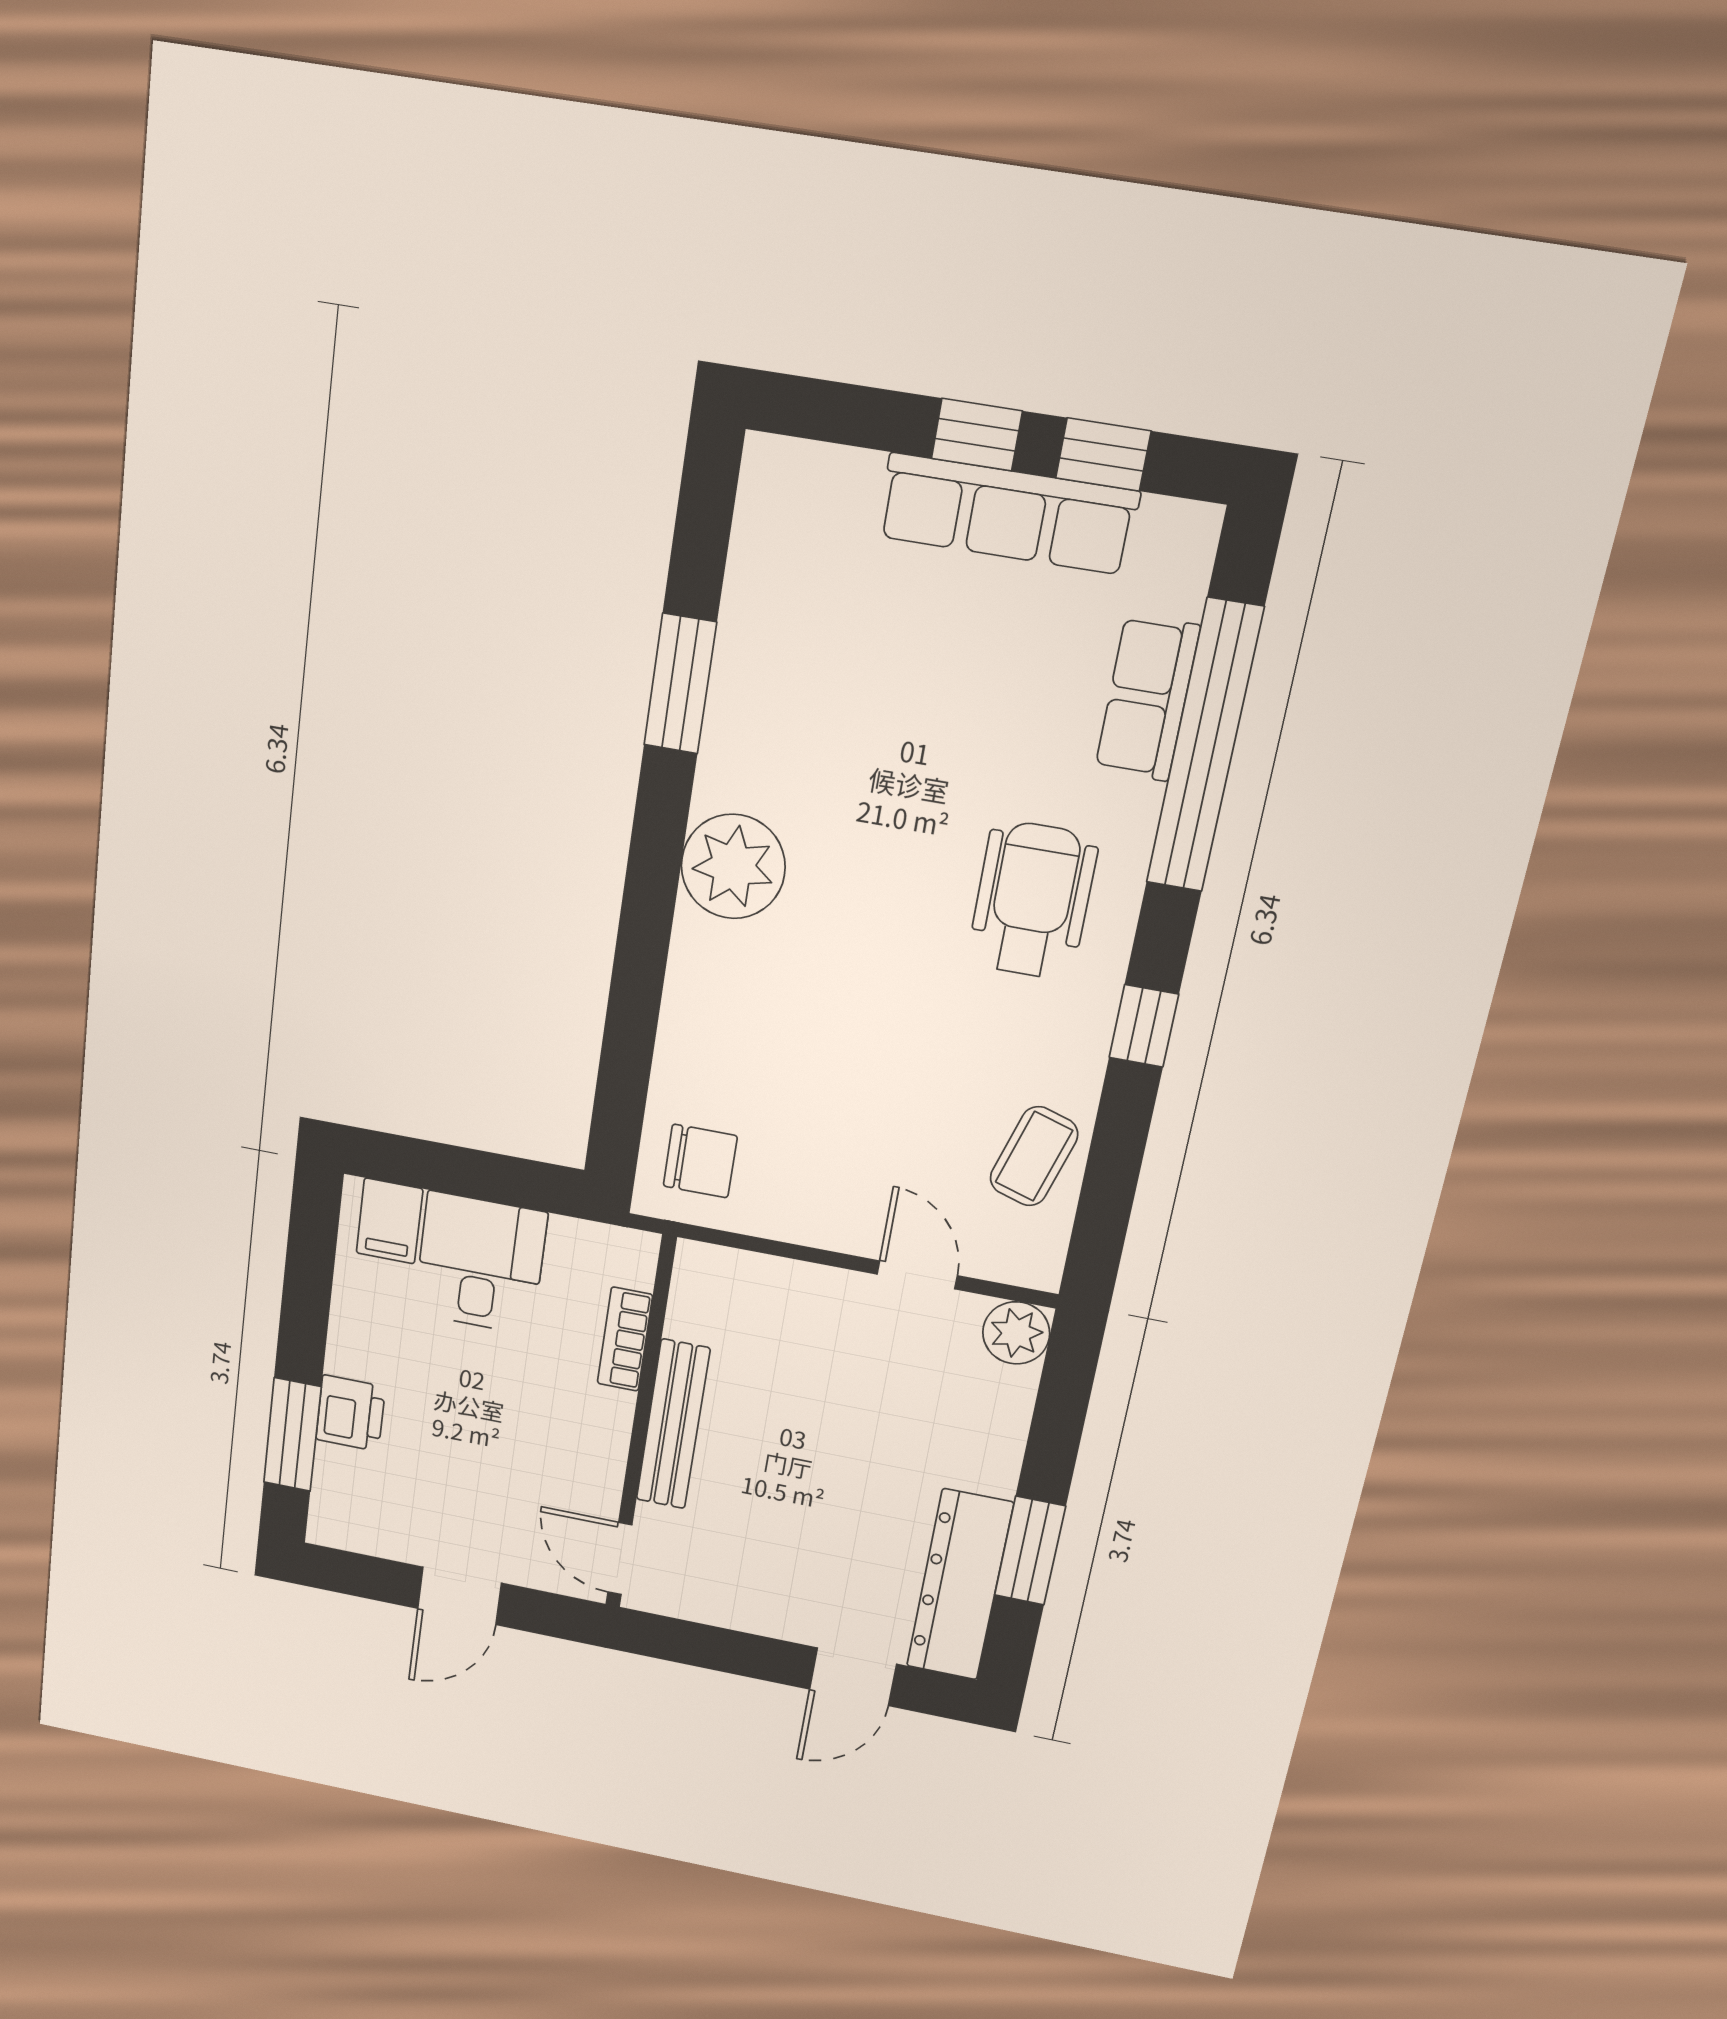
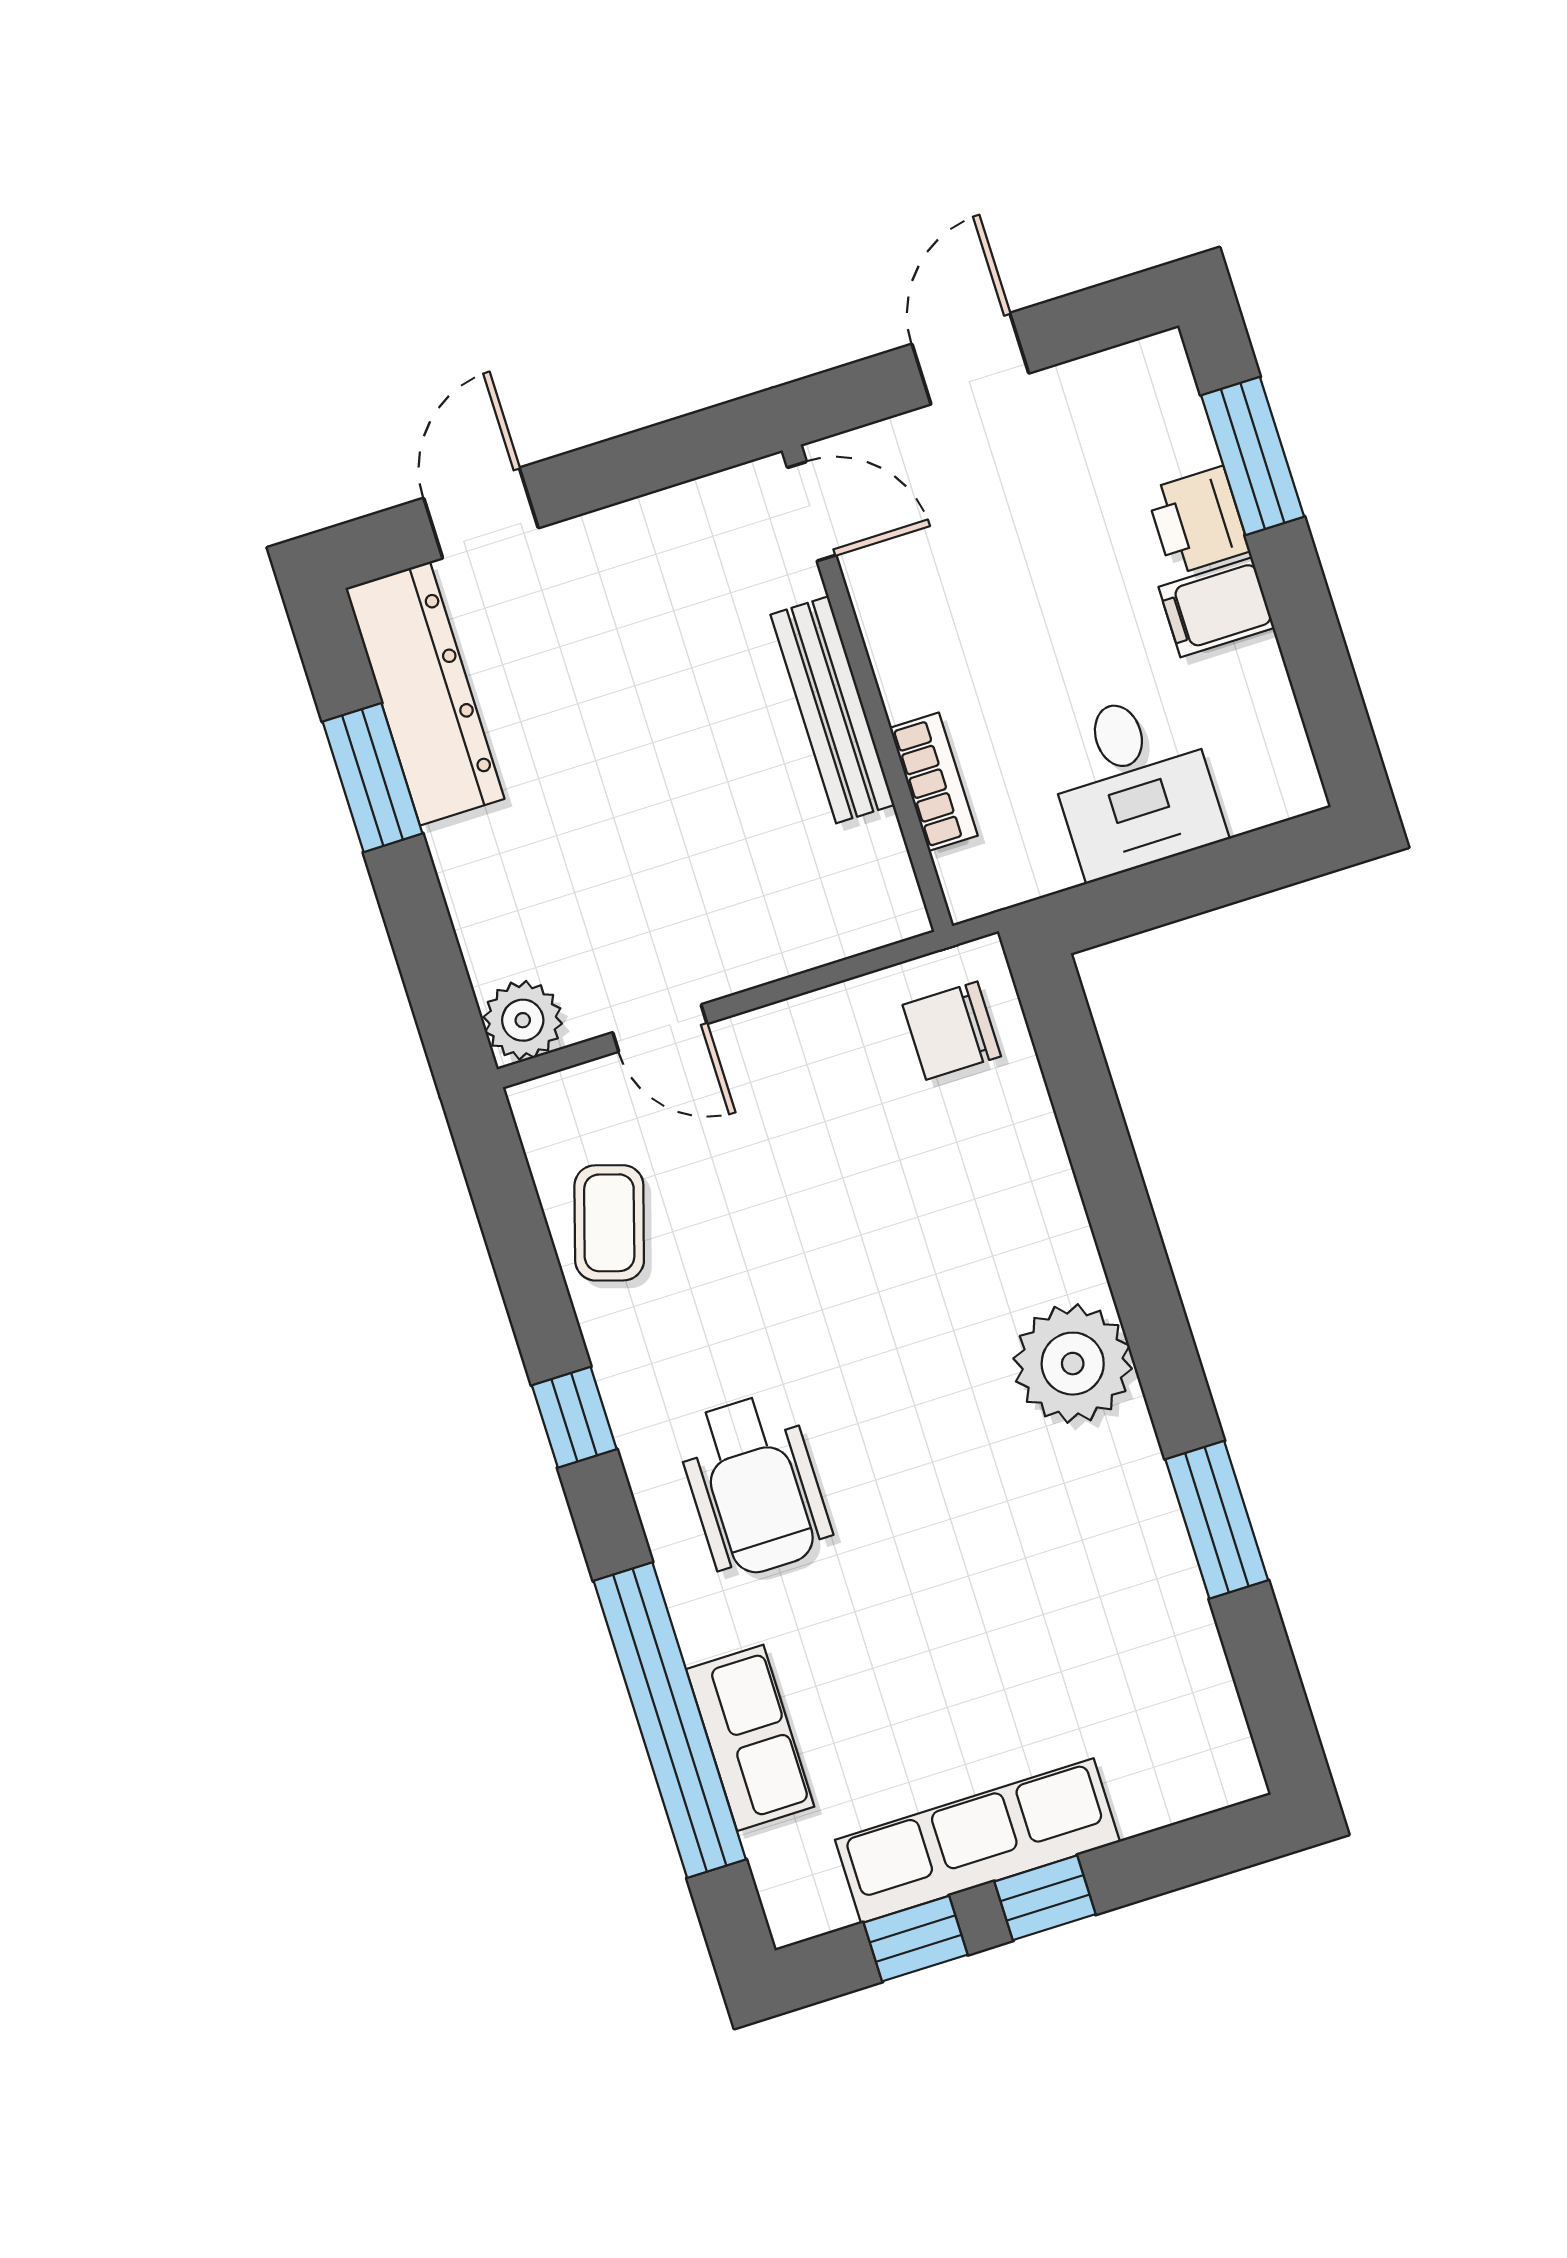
filing cabinet: (389, 1221) -> (1216, 607), moved, turned -90

